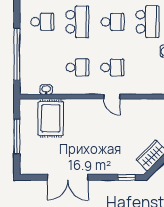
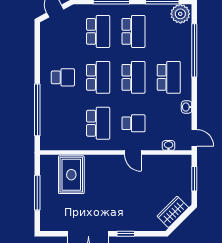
school desk: (112, 22) -> (133, 77), width x1.85
school desk: (77, 67) -> (98, 123), width x1.85
washbasin: (46, 90) -> (169, 145), moved
window: (126, 177) -> (126, 234), moved

